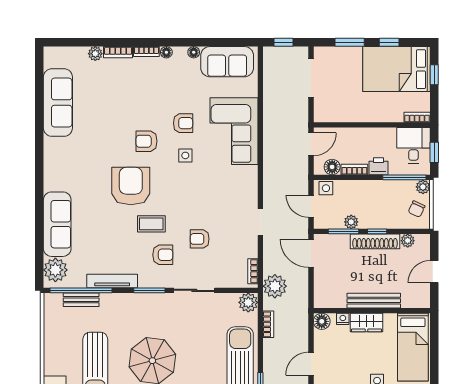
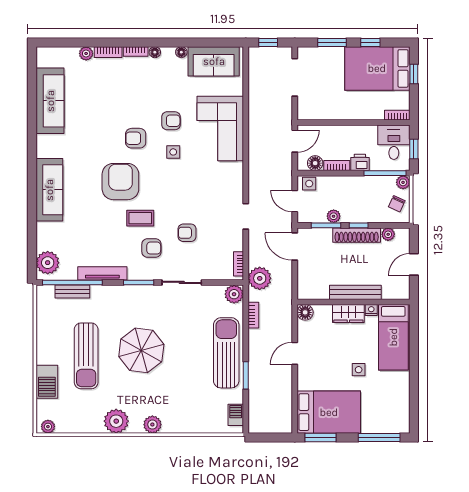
sofa: (57, 224) -> (49, 190), moved
nightstand: (343, 319) -> (371, 310), moved

